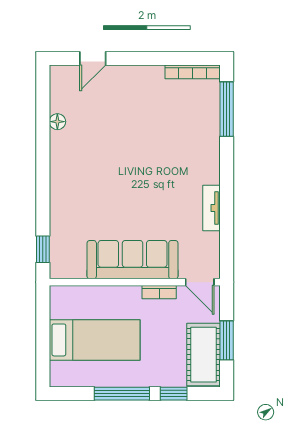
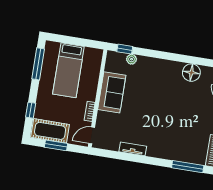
floor lamp: (57, 122) -> (191, 73), width x1.89, depth x1.89
plant: (58, 235) -> (132, 59), added
sofa: (133, 260) -> (112, 92), width x0.73
window: (122, 394) -> (38, 64), moved

